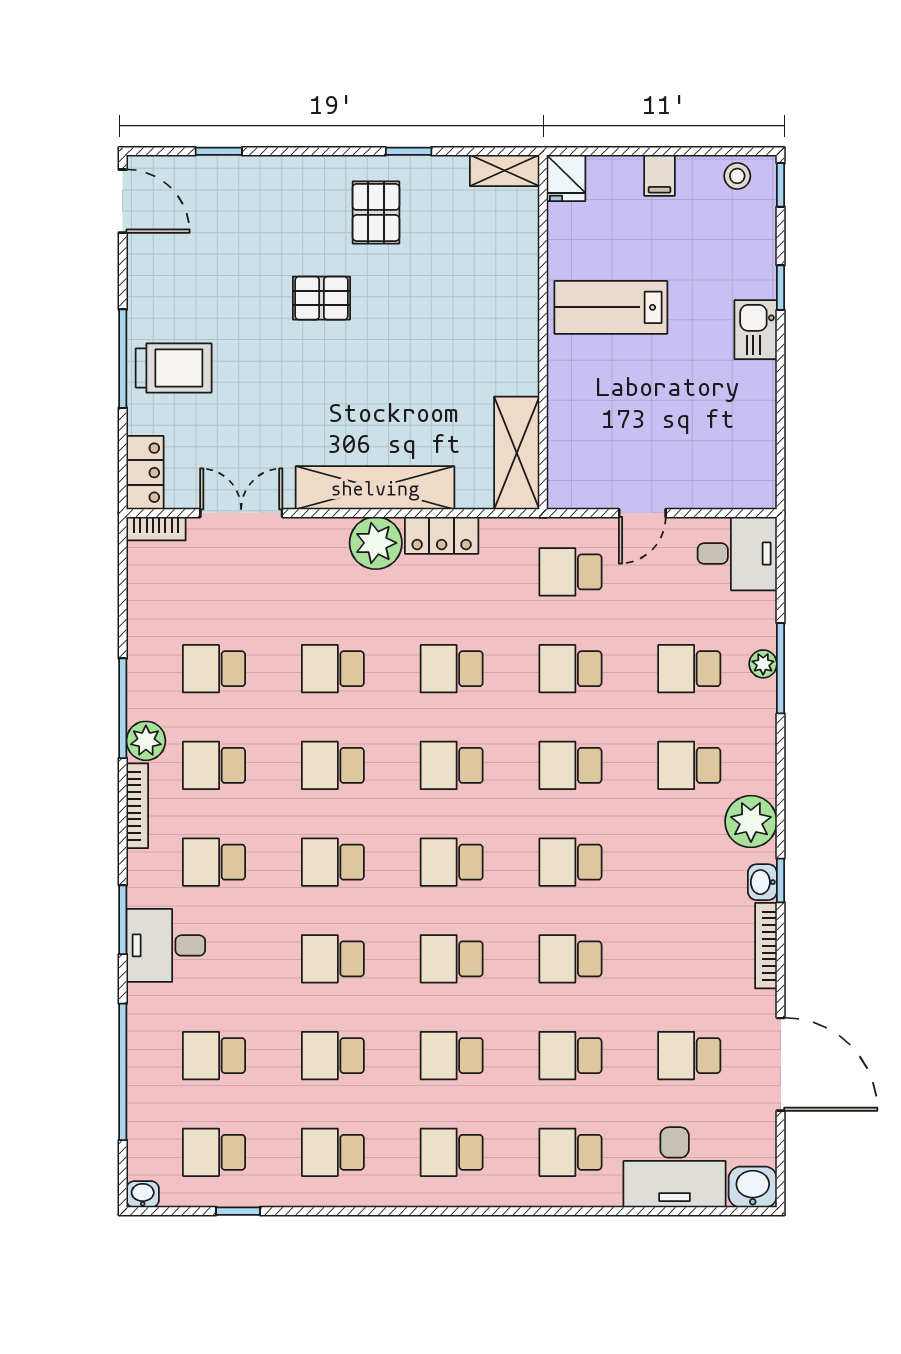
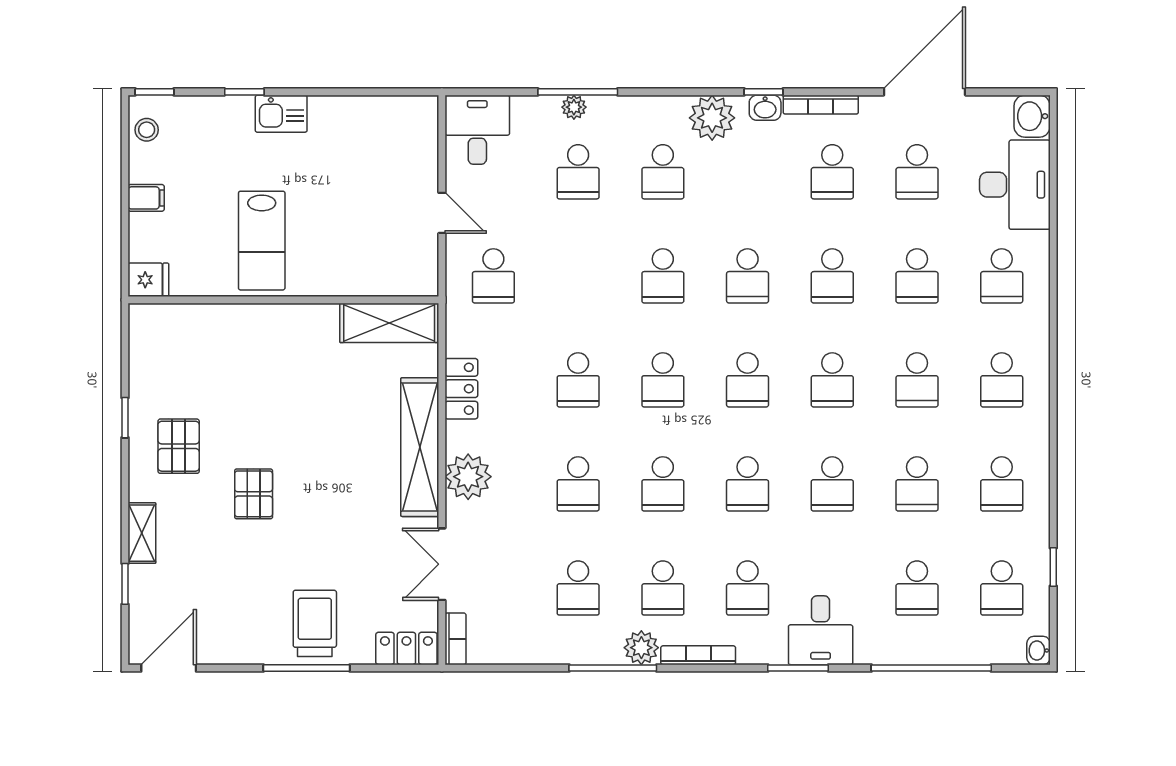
shelving: (505, 171) -> (142, 533), moved
pallet: (376, 212) -> (179, 446), turned 90
plant: (376, 543) -> (468, 477), moved
school desk: (570, 669) -> (832, 172), moved

